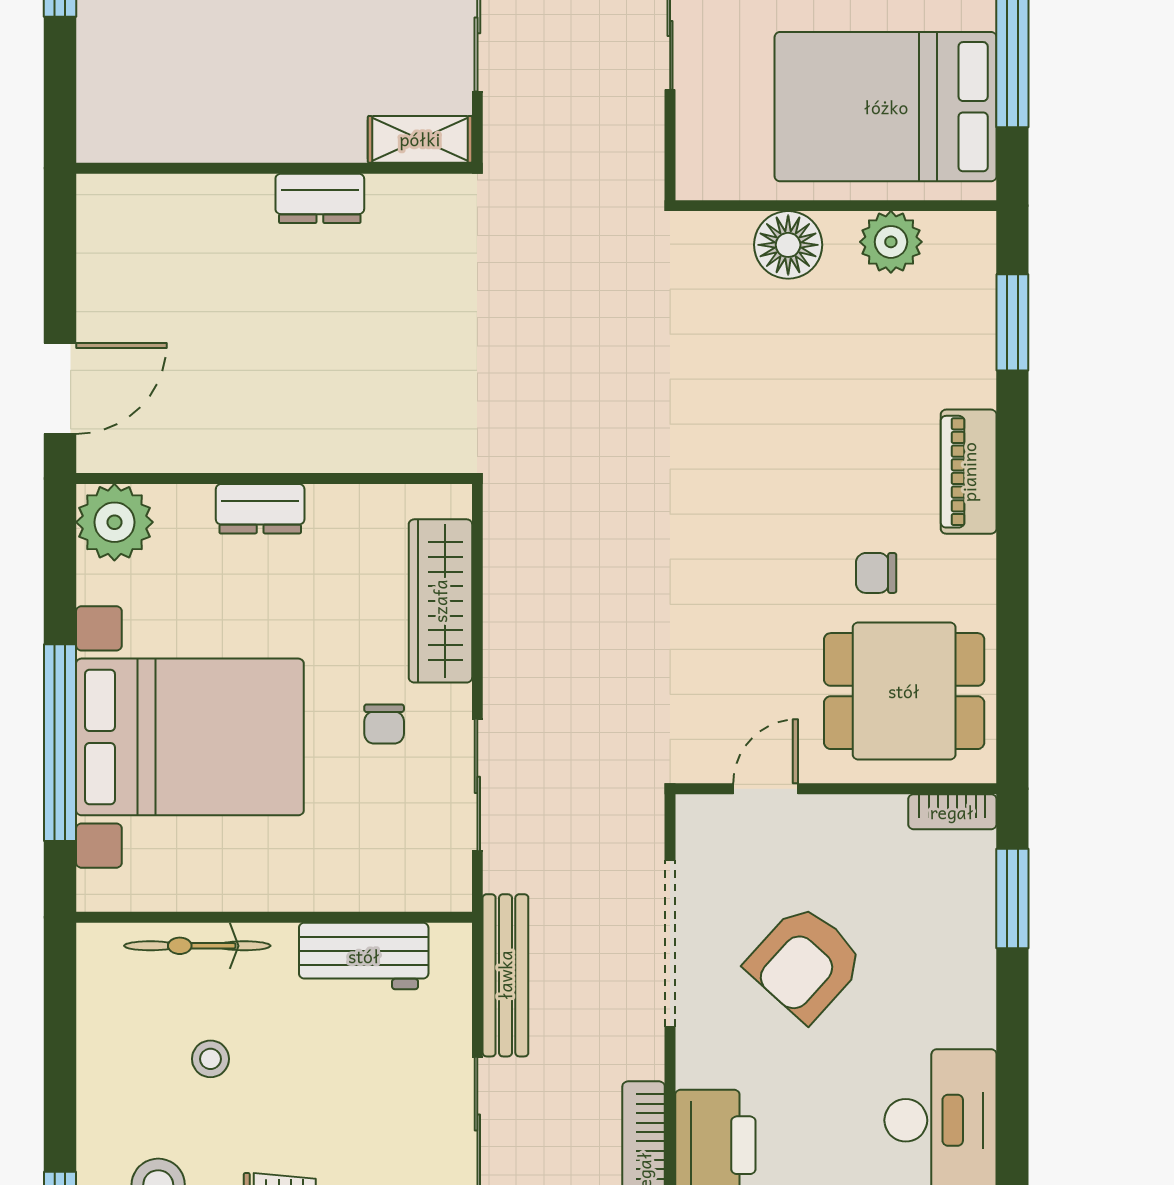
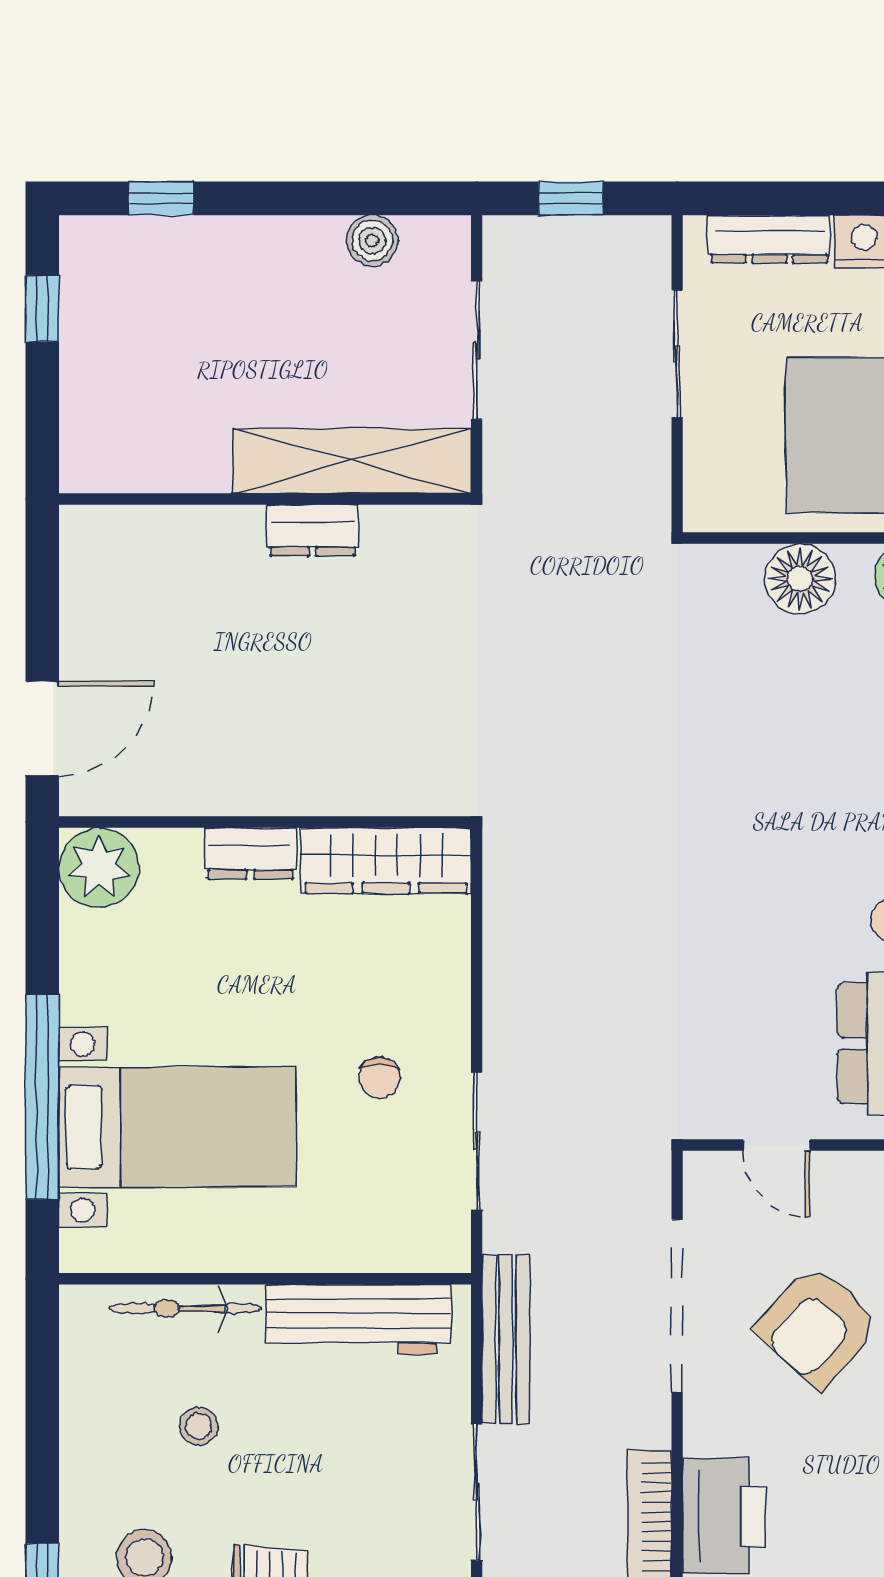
shelving: (420, 139) -> (352, 461), width x2.20, depth x1.33
wardrobe: (440, 601) -> (386, 861), moved, turned -90
bed with nightstands: (190, 737) -> (177, 1127), width x0.73
door: (766, 789) -> (777, 1145), swing flipped
workbench: (364, 956) -> (358, 1319), width x1.37

